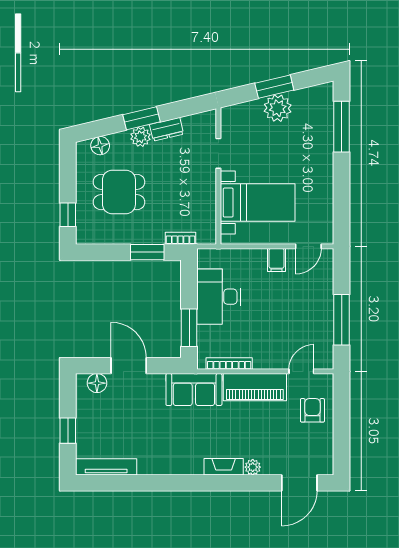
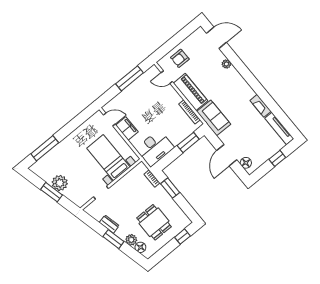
plant: (140, 137) -> (131, 240), moved
filing cabinet: (276, 260) -> (127, 129), width x2.00
desk: (219, 297) -> (155, 148), moved
fireplace: (224, 467) -> (261, 106), moved

